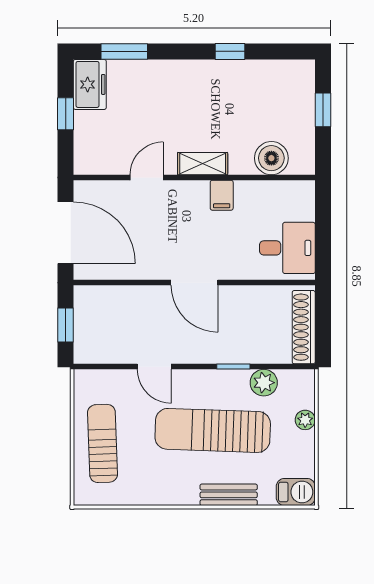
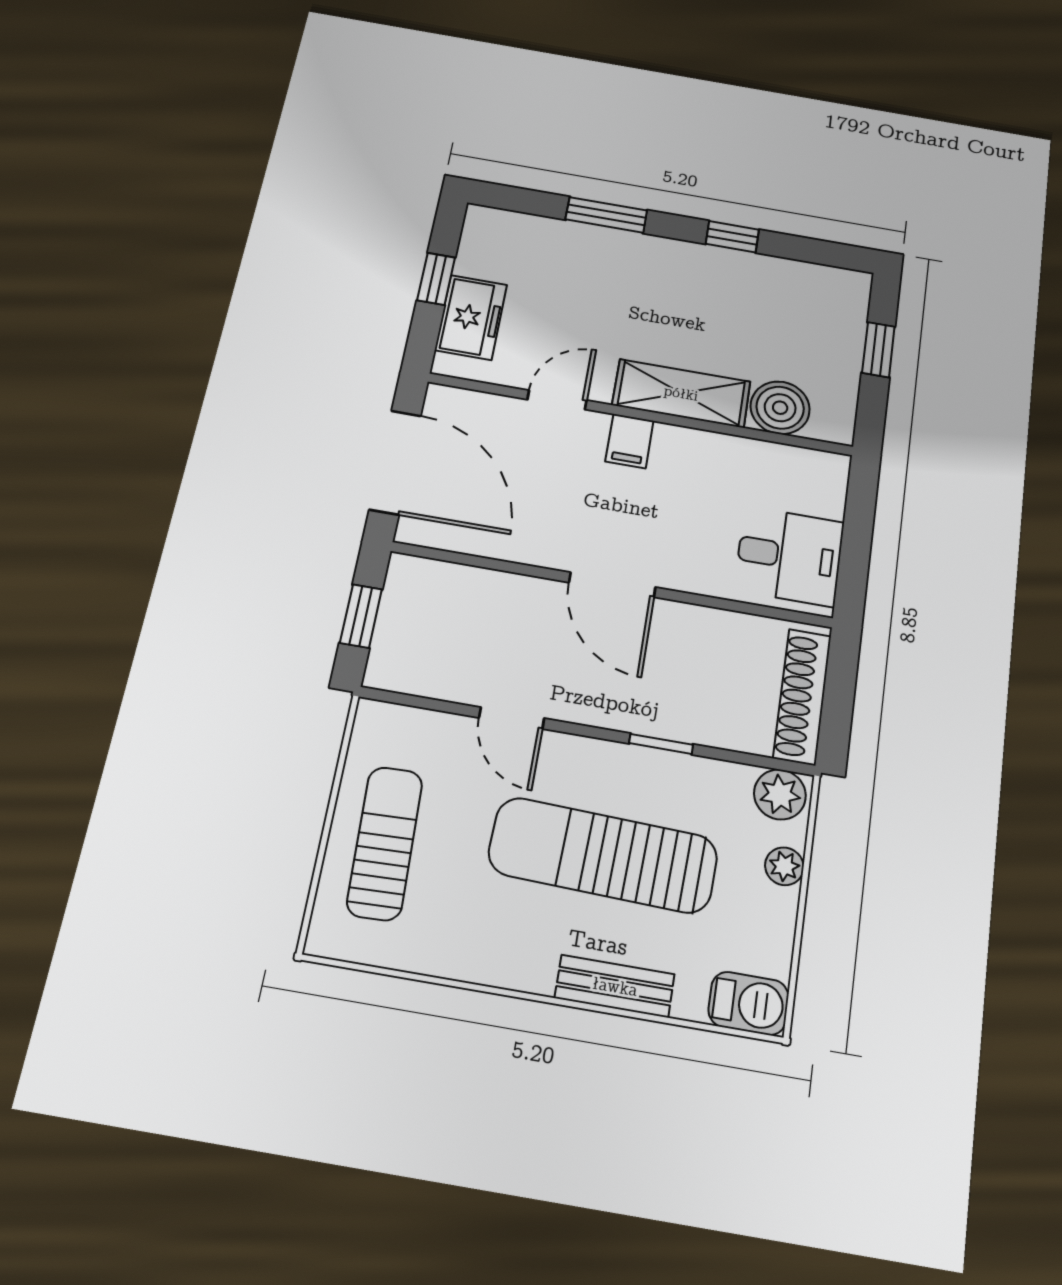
window: (124, 51) -> (606, 215), moved
freezer: (90, 84) -> (471, 317), moved
shelving: (203, 164) -> (681, 393), width x1.50, depth x1.33
filing cabinet: (222, 195) -> (629, 441), moved
plant: (264, 383) -> (780, 794), moved

